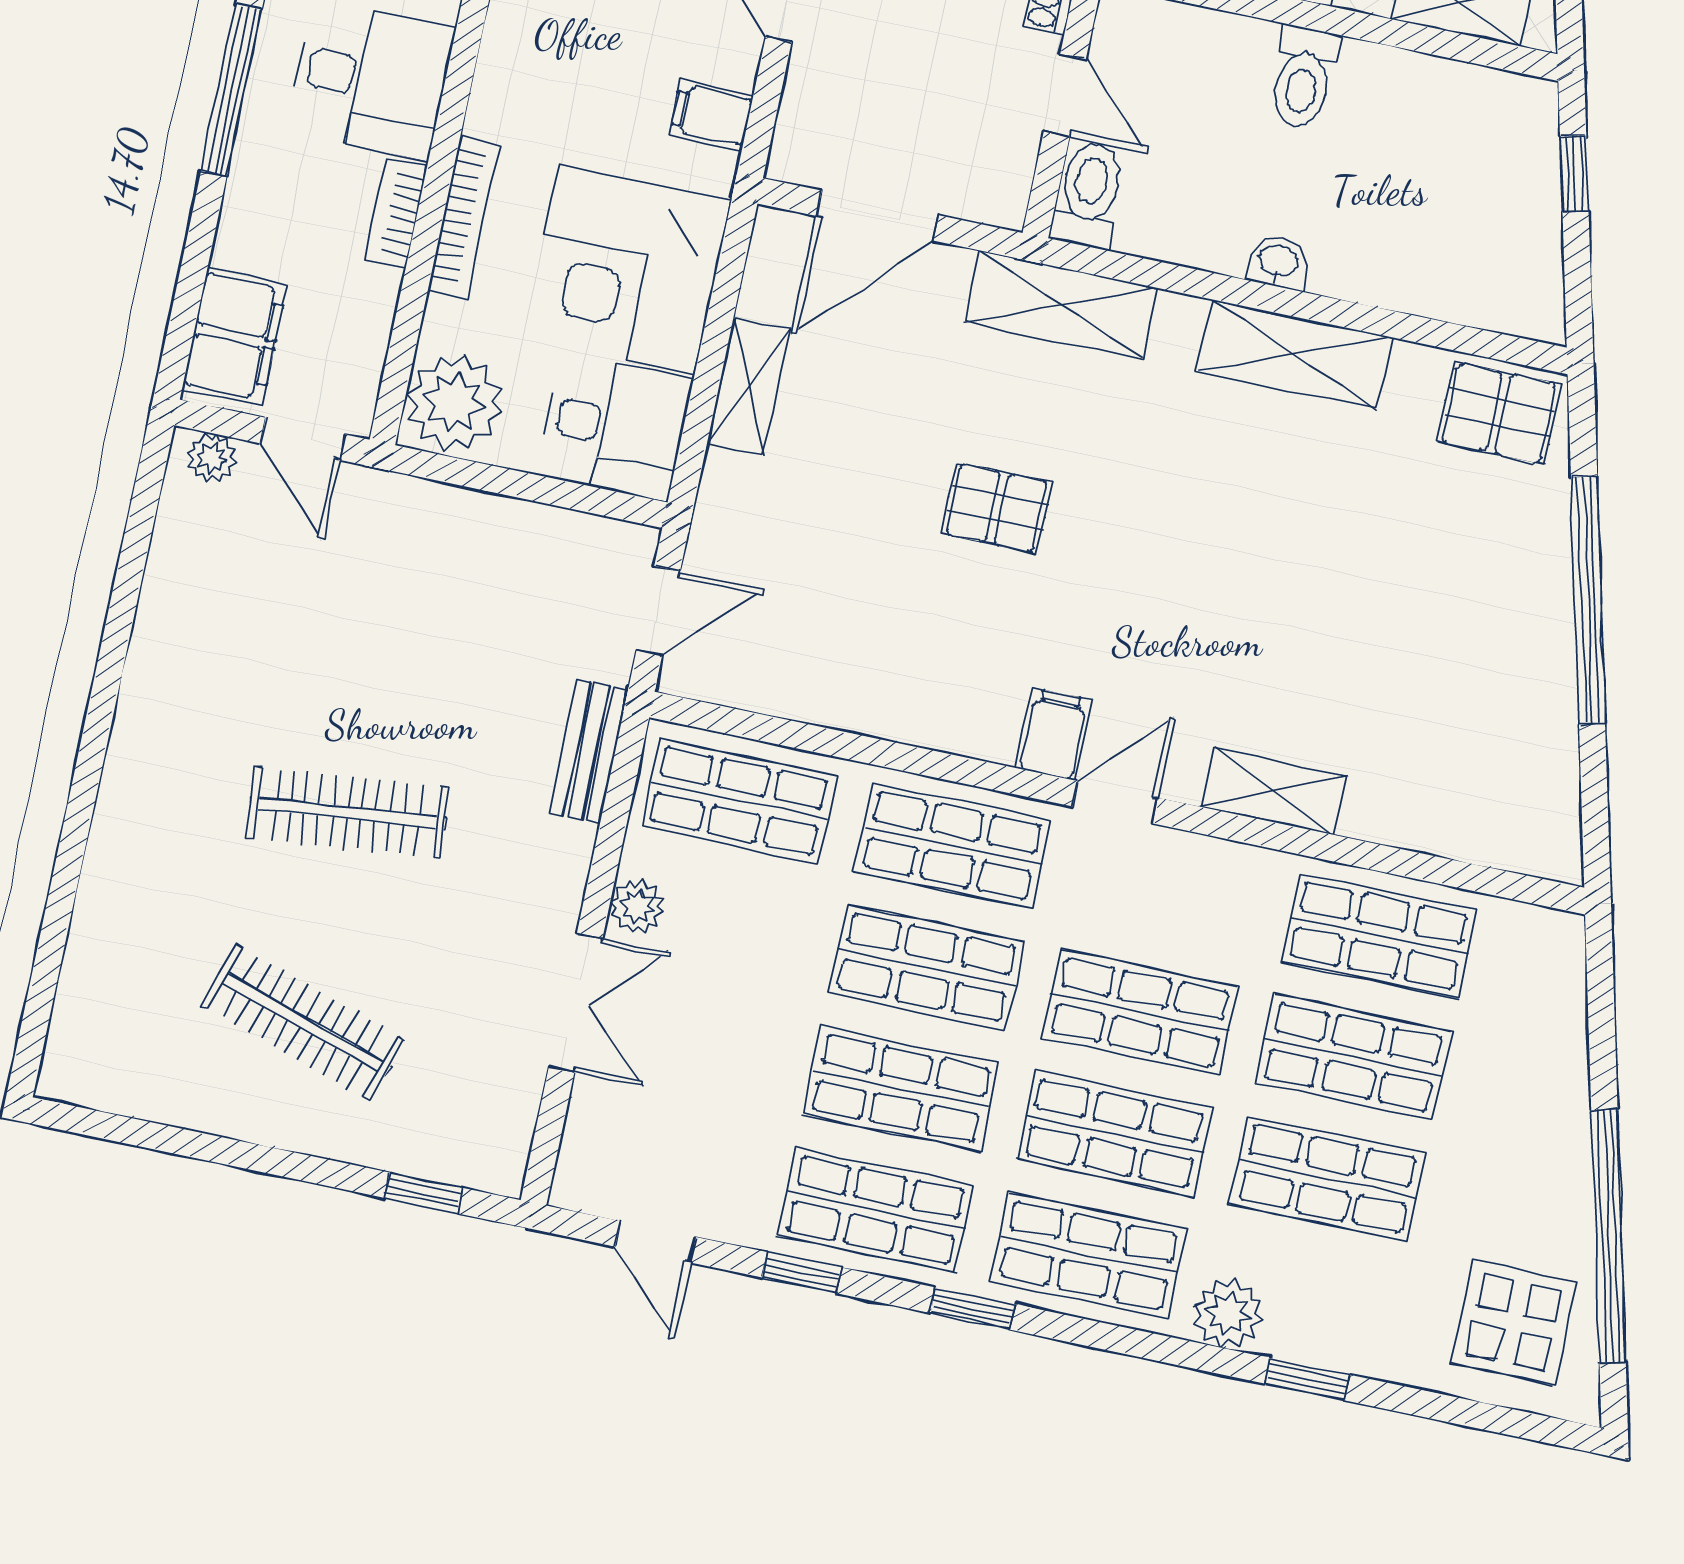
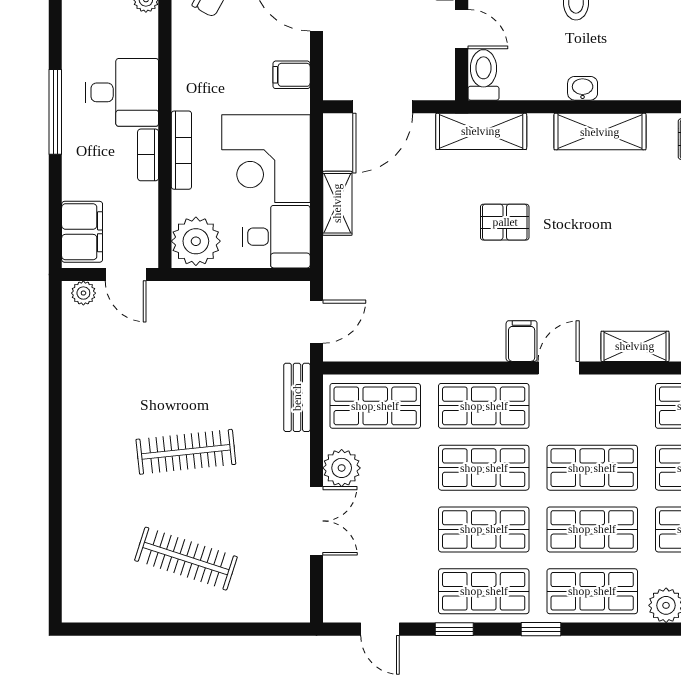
pallet: (997, 508) -> (505, 222), moved
plant: (637, 907) -> (342, 468), width x1.38, depth x1.38
window: (424, 1193) -> (262, 629), removed

